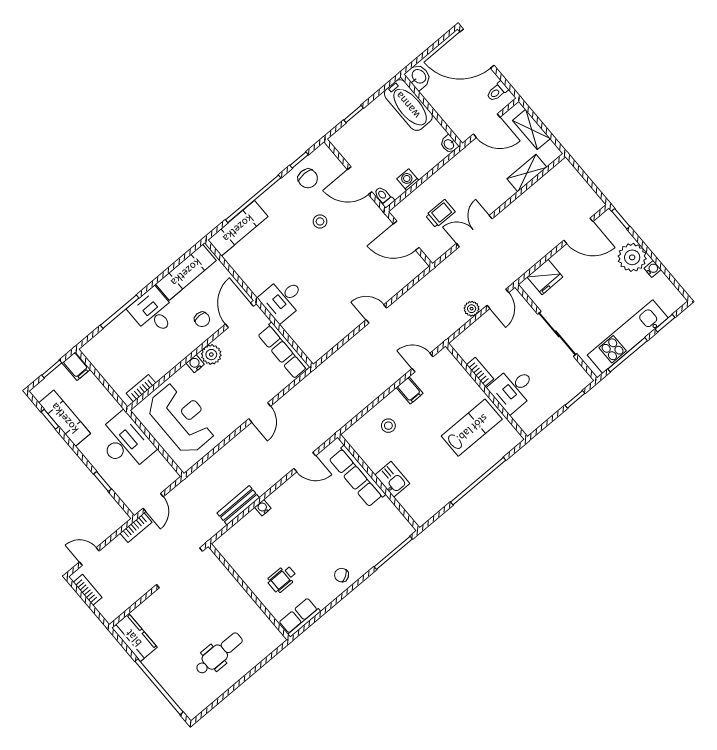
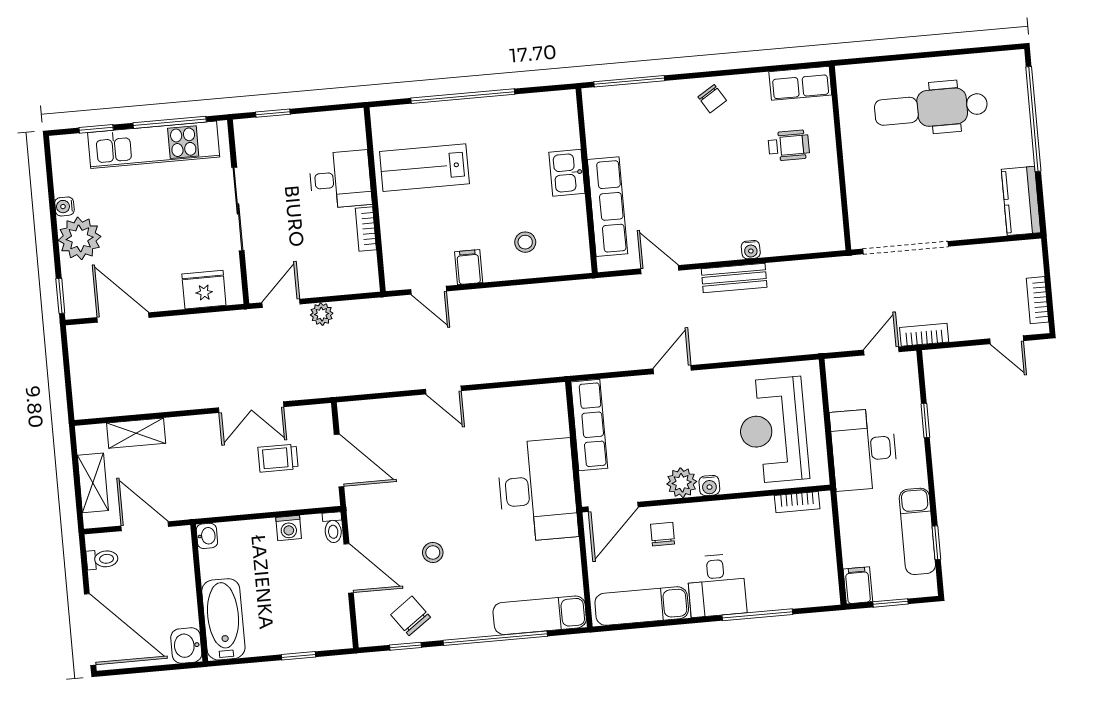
chair: (308, 178) -> (411, 616), turned -36
desk: (283, 299) -> (537, 490), width x1.87, depth x1.30
bench: (238, 505) -> (734, 278), moved
dental chair: (219, 654) -> (931, 108), width x1.36, depth x1.38

